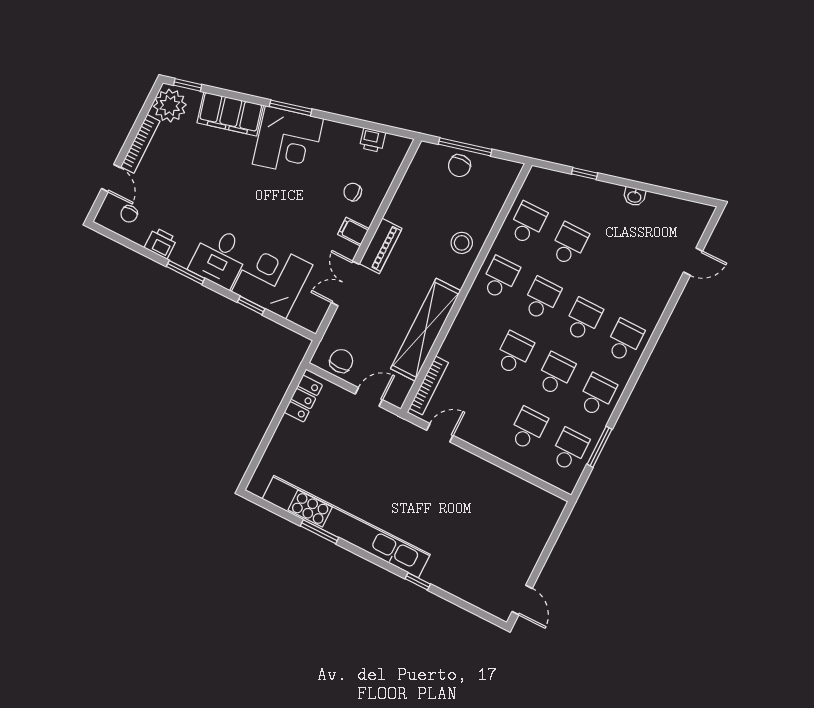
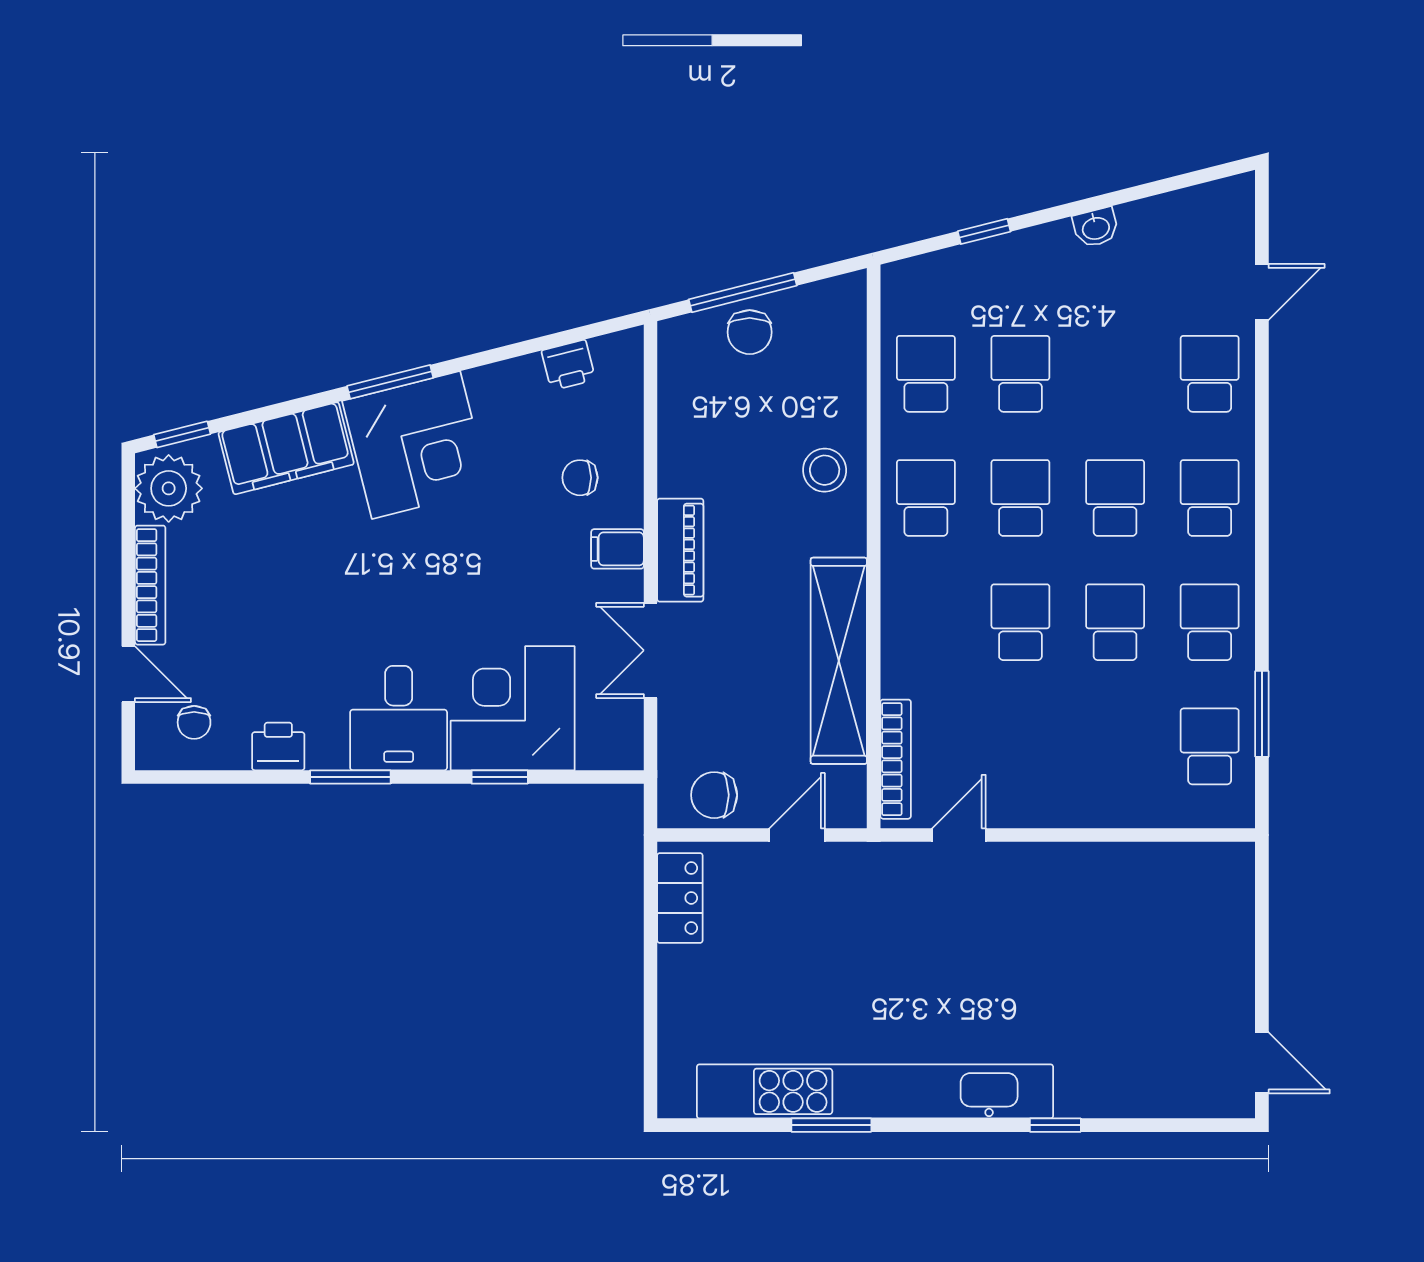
chair: (341, 361) -> (714, 795), turned -90
school desk: (528, 429) -> (1210, 374), moved

